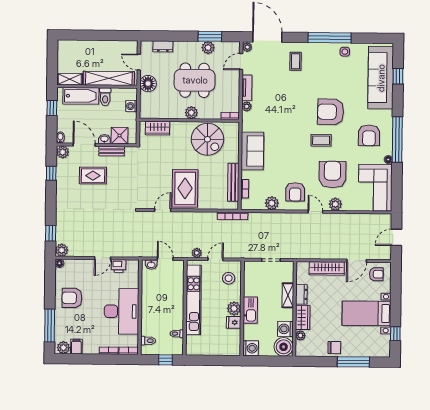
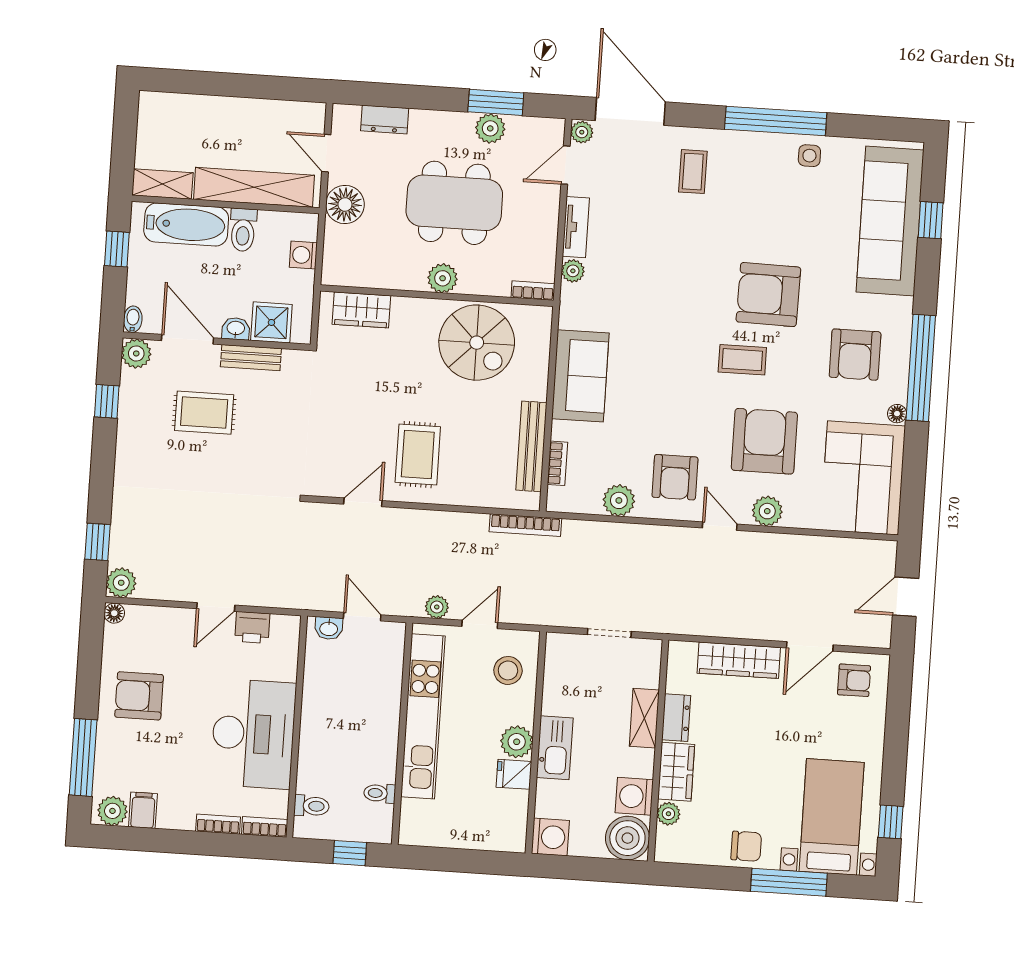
rug: (185, 188) -> (418, 455), width x0.73, depth x0.70
bed with nightstands: (366, 313) -> (832, 817), moved, turned 90

